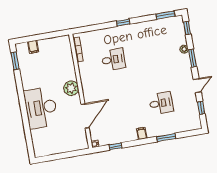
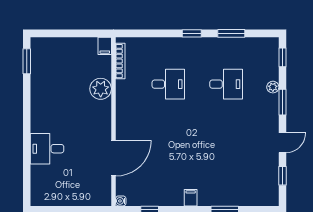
window: (165, 15) -> (231, 33), moved
filing cabinet: (33, 47) -> (105, 46), moved
plant: (71, 88) -> (101, 89), moved
desk: (161, 103) -> (226, 84), moved
desk: (41, 108) -> (47, 149), width x0.53, depth x0.77

